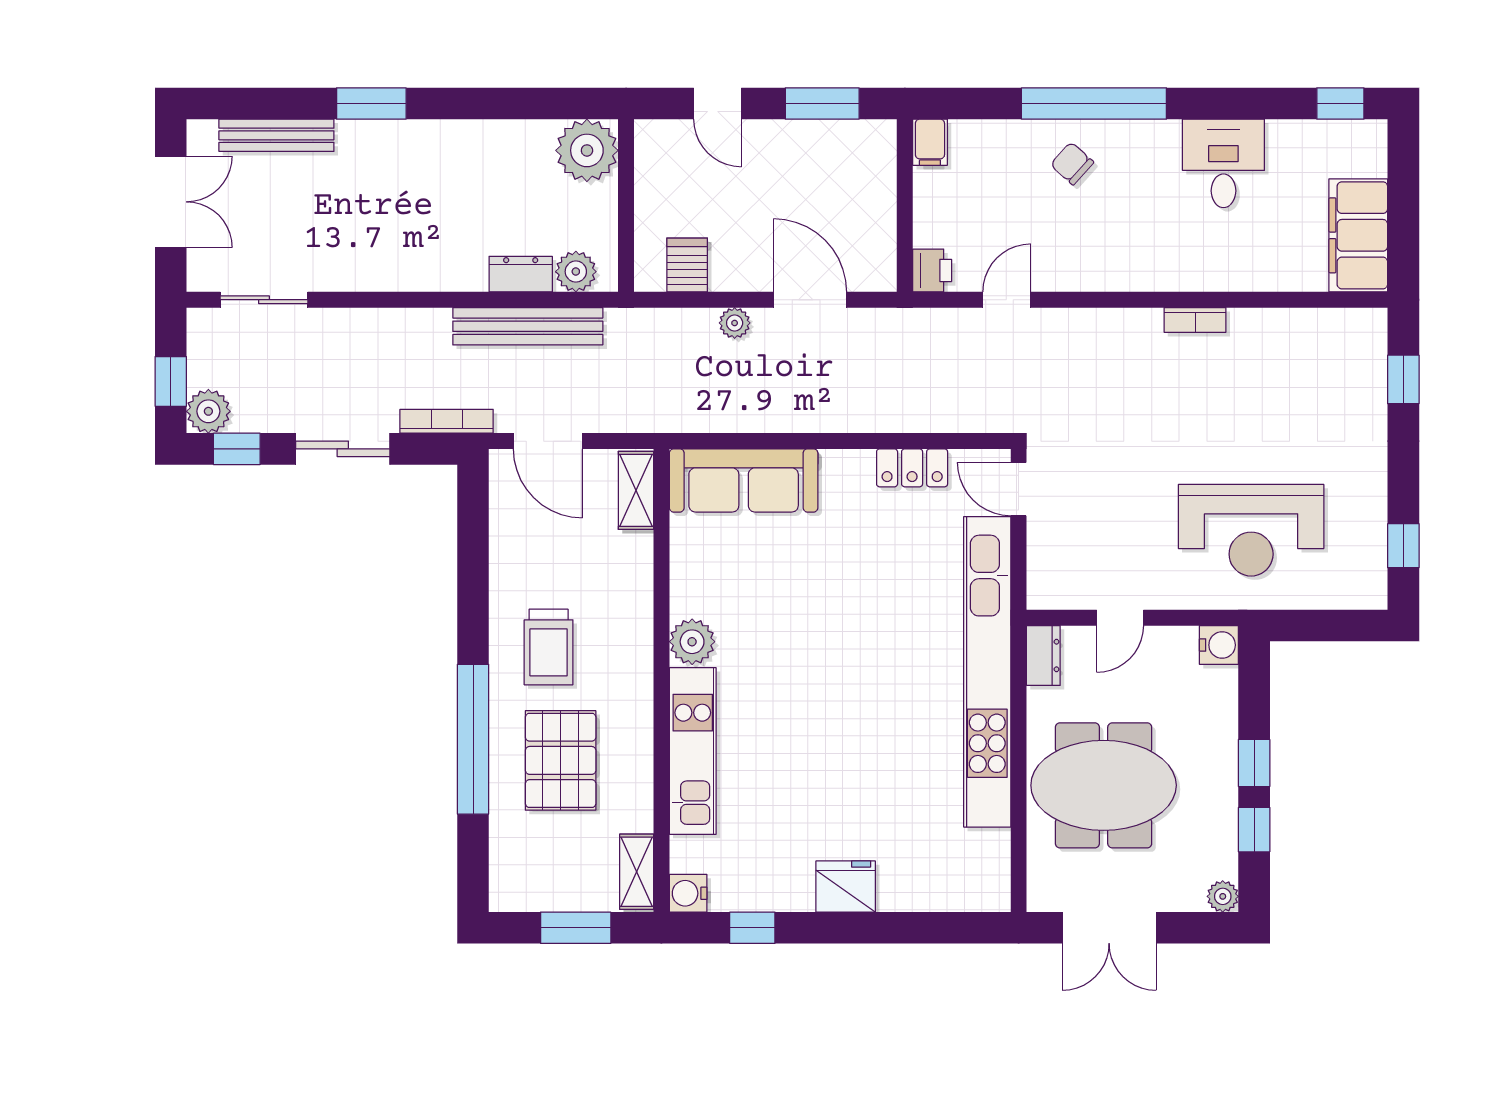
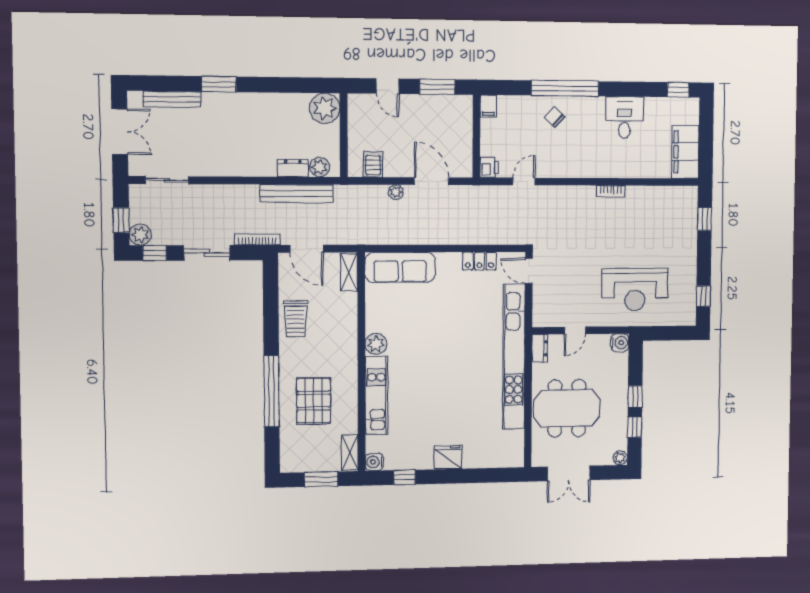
trolley: (549, 647) -> (296, 319), moved

